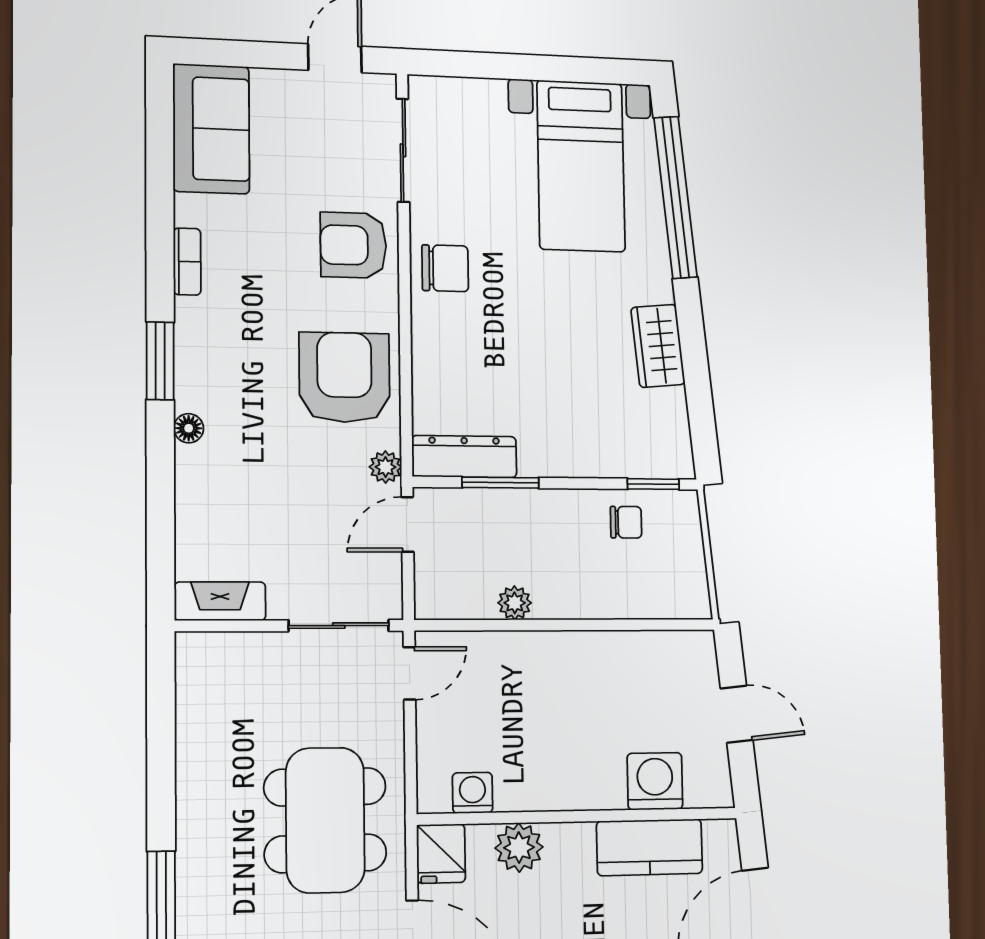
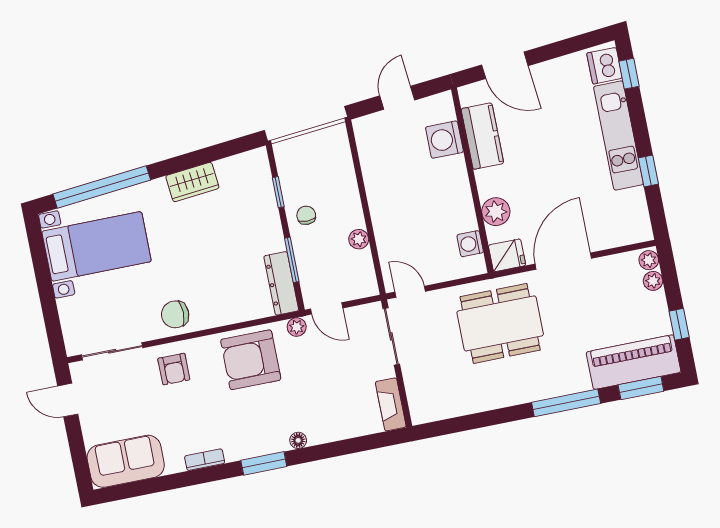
armchair: (353, 245) -> (174, 369), width x0.72, depth x0.72
chair: (445, 268) -> (175, 314), turned -90
window: (653, 484) -> (278, 192), moved
chair: (626, 522) -> (306, 215), moved

